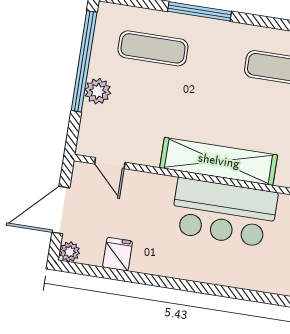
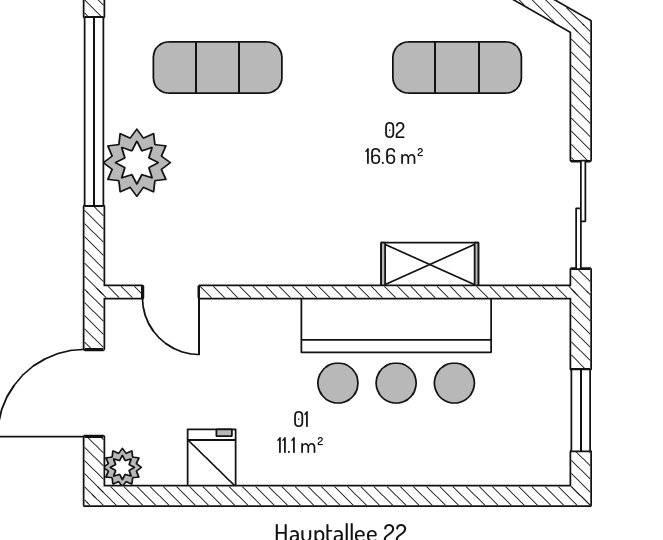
plant: (98, 91) -> (137, 163), width x1.36, depth x1.36
shelving: (219, 161) -> (430, 265), width x0.45, depth x0.75

